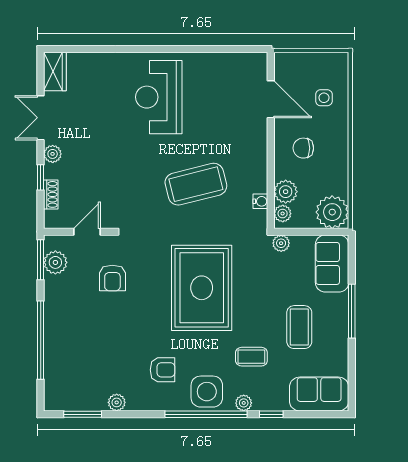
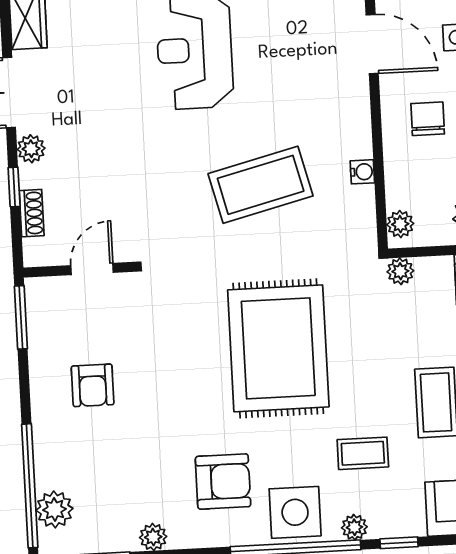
chair: (303, 148) -> (428, 119), turned 90
plant: (286, 192) -> (403, 189), removed
water cooler: (260, 201) -> (362, 172), moved
plant: (55, 262) -> (54, 509), moved
armchair: (112, 278) -> (93, 385), moved
window: (41, 340) -> (30, 486), moved
armchair: (162, 370) -> (223, 482), width x1.38, depth x1.38

